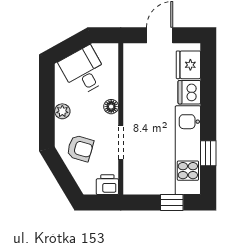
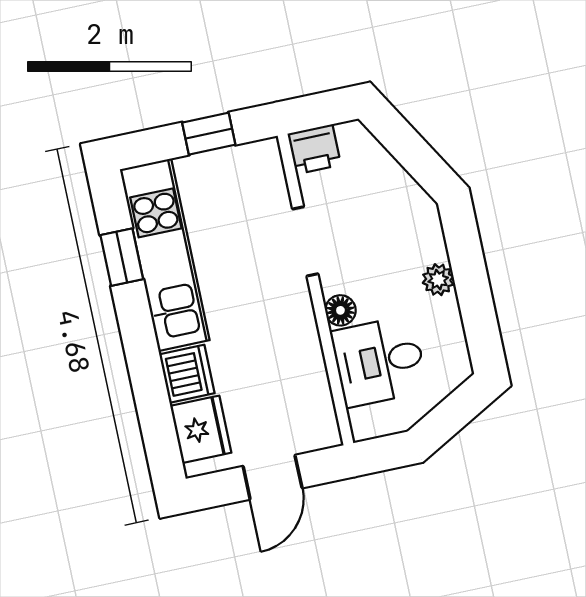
desk: (84, 71) -> (379, 361), moved, turned 119
armchair: (80, 148) -> (385, 212), removed
window: (172, 202) -> (209, 134), moved

